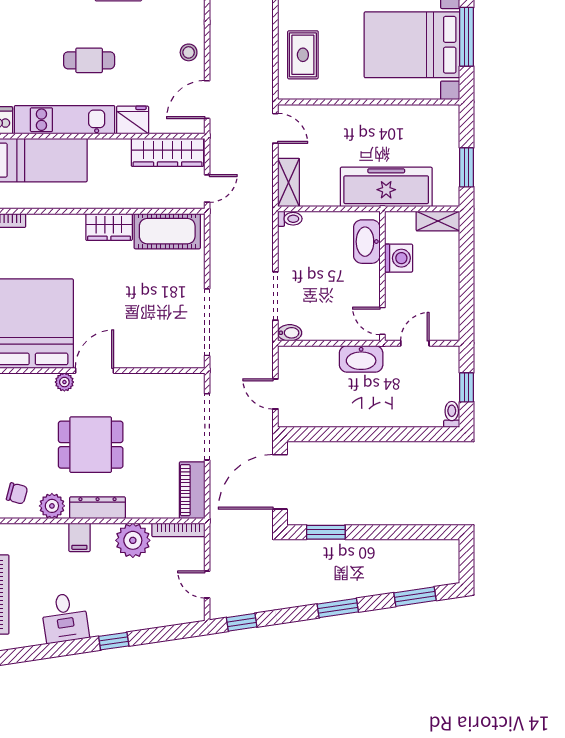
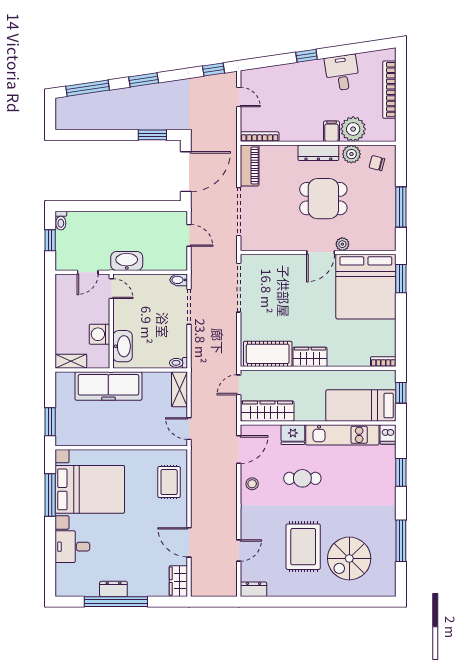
cafe table: (89, 60) -> (302, 478), moved
window: (467, 167) -> (50, 422), moved
plant: (133, 540) -> (353, 129), moved
window: (415, 597) -> (88, 88), width x1.44

